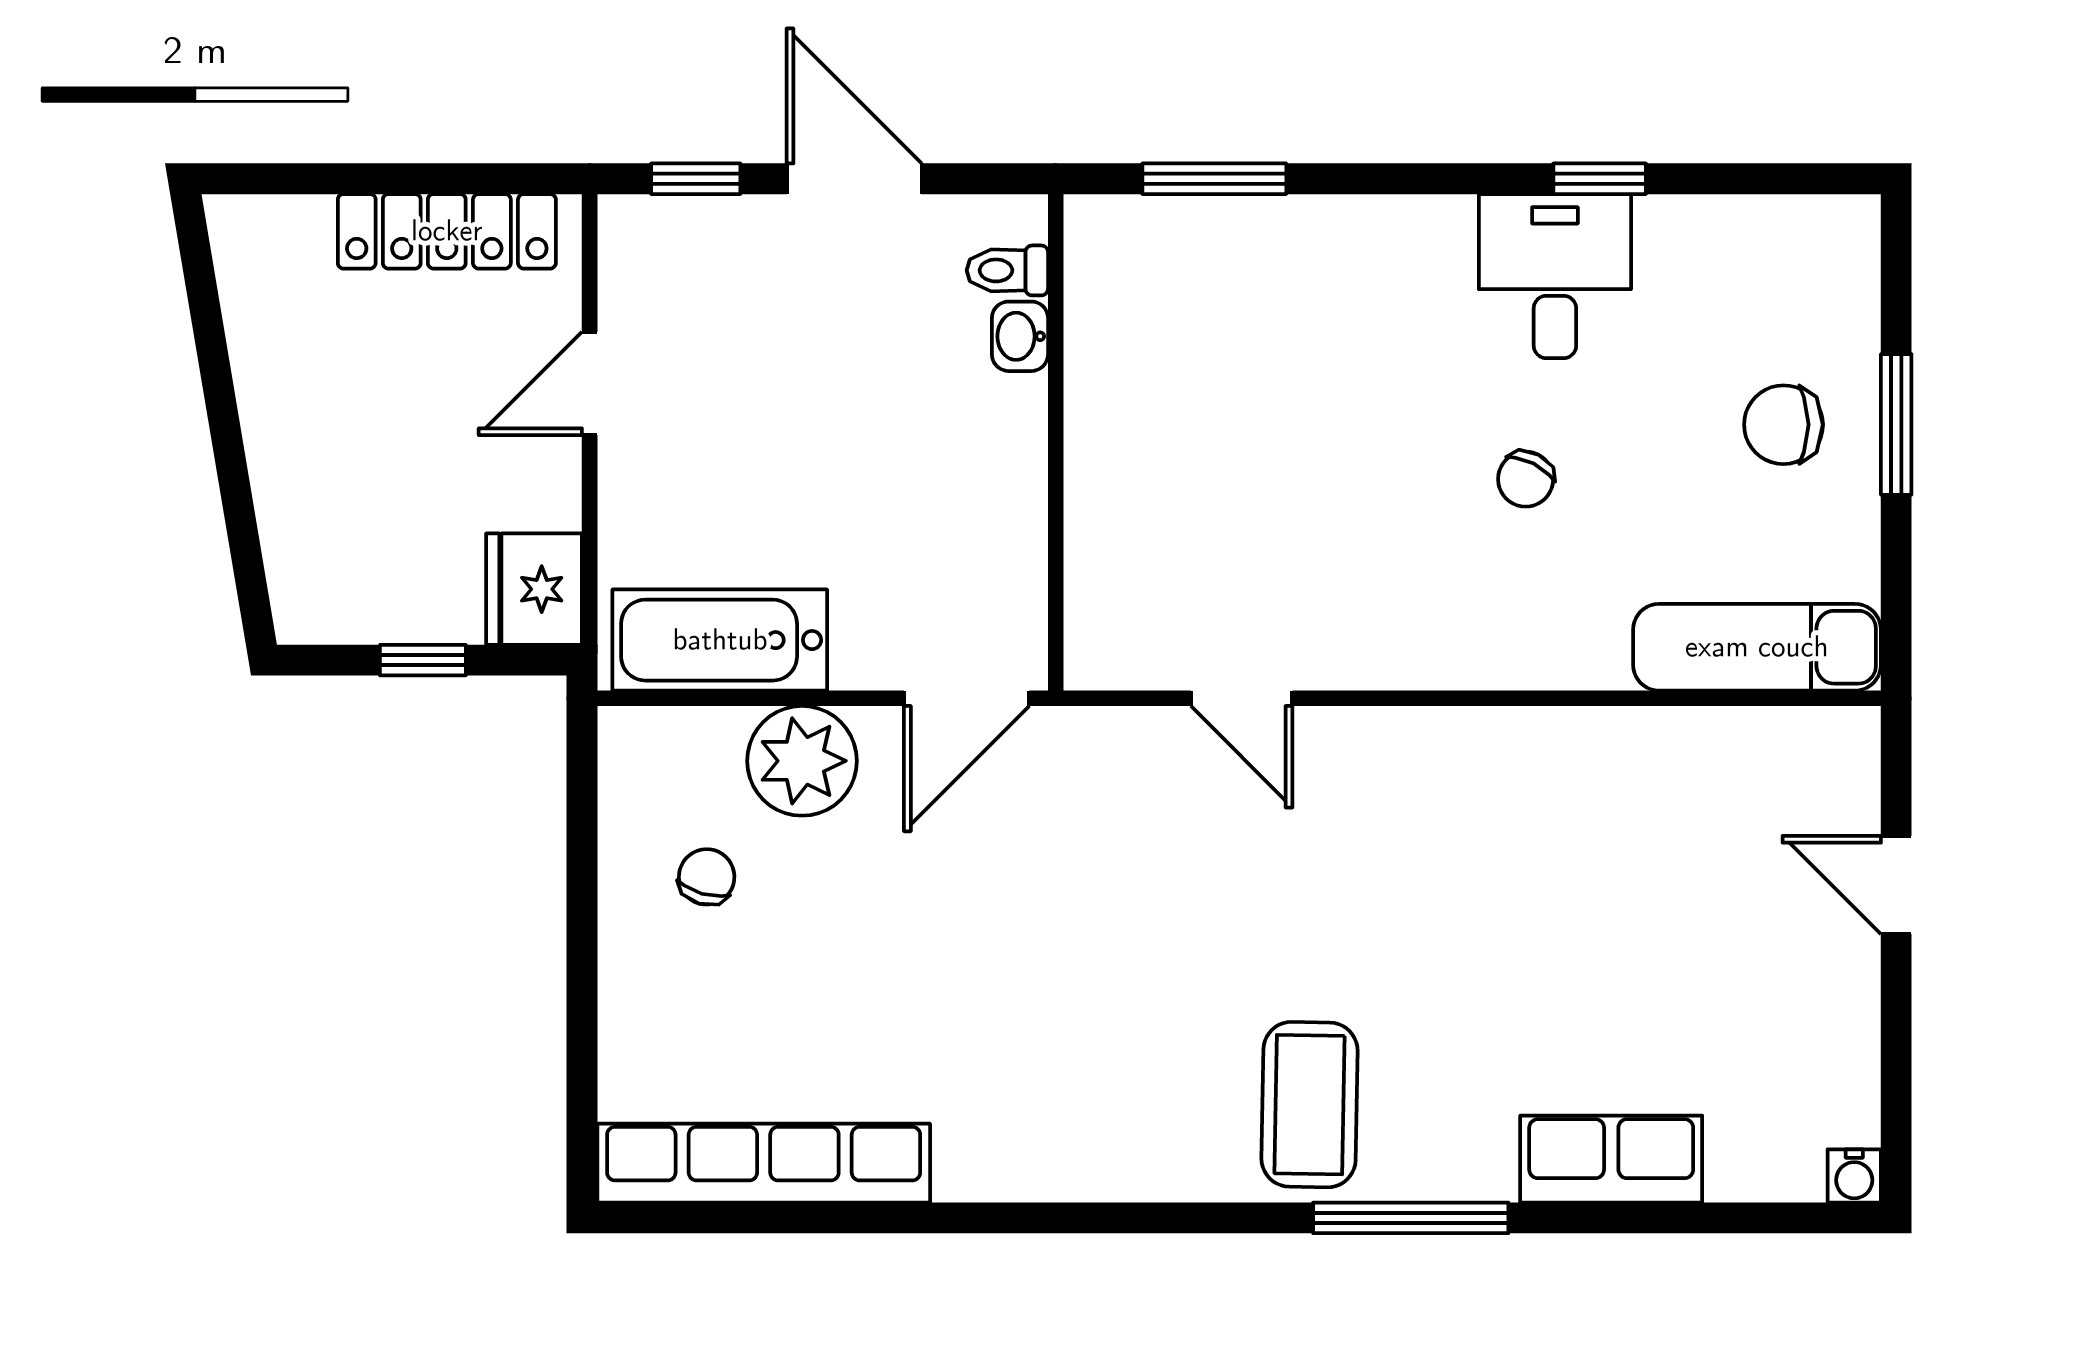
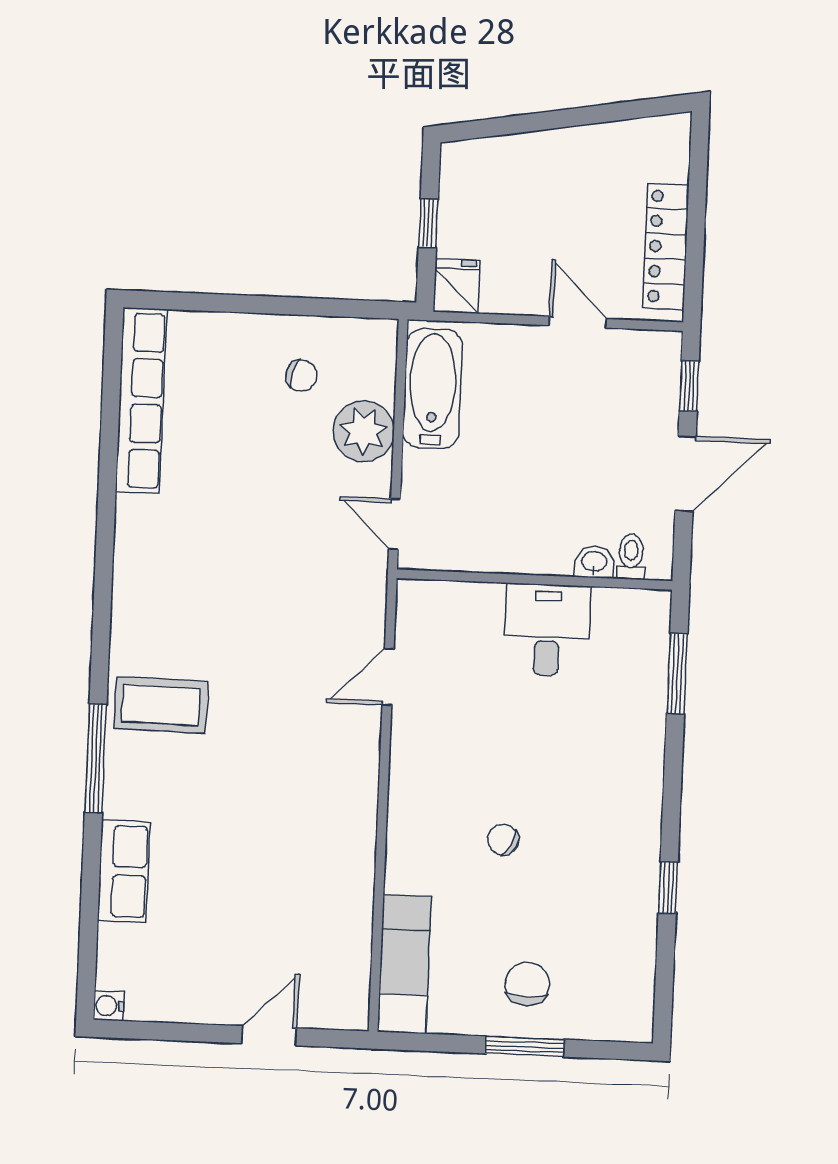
desk: (1555, 276) -> (547, 630), moved, turned -90
fridge: (534, 589) -> (457, 286), width x0.72
door: (967, 698) -> (394, 524), width x0.73

